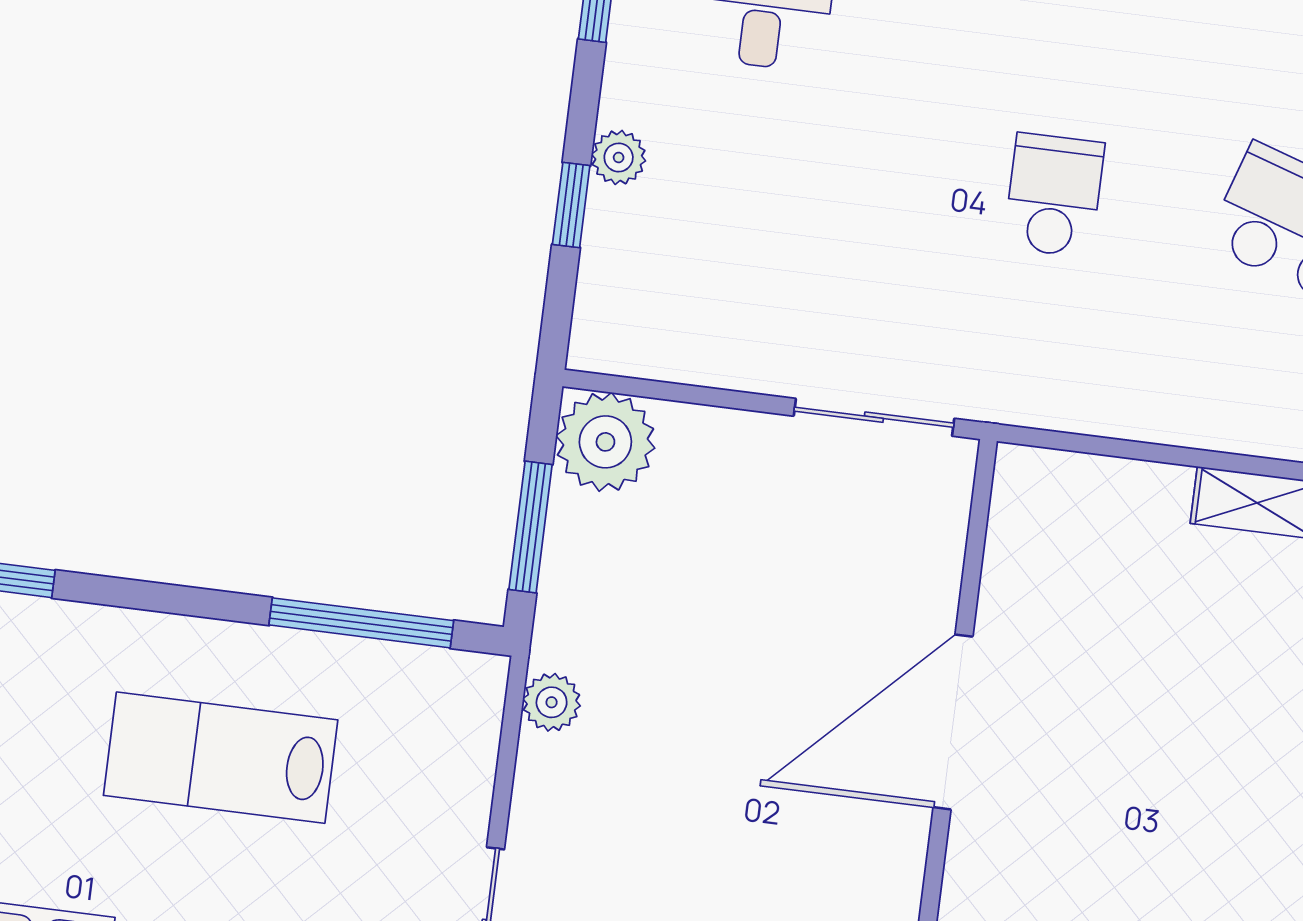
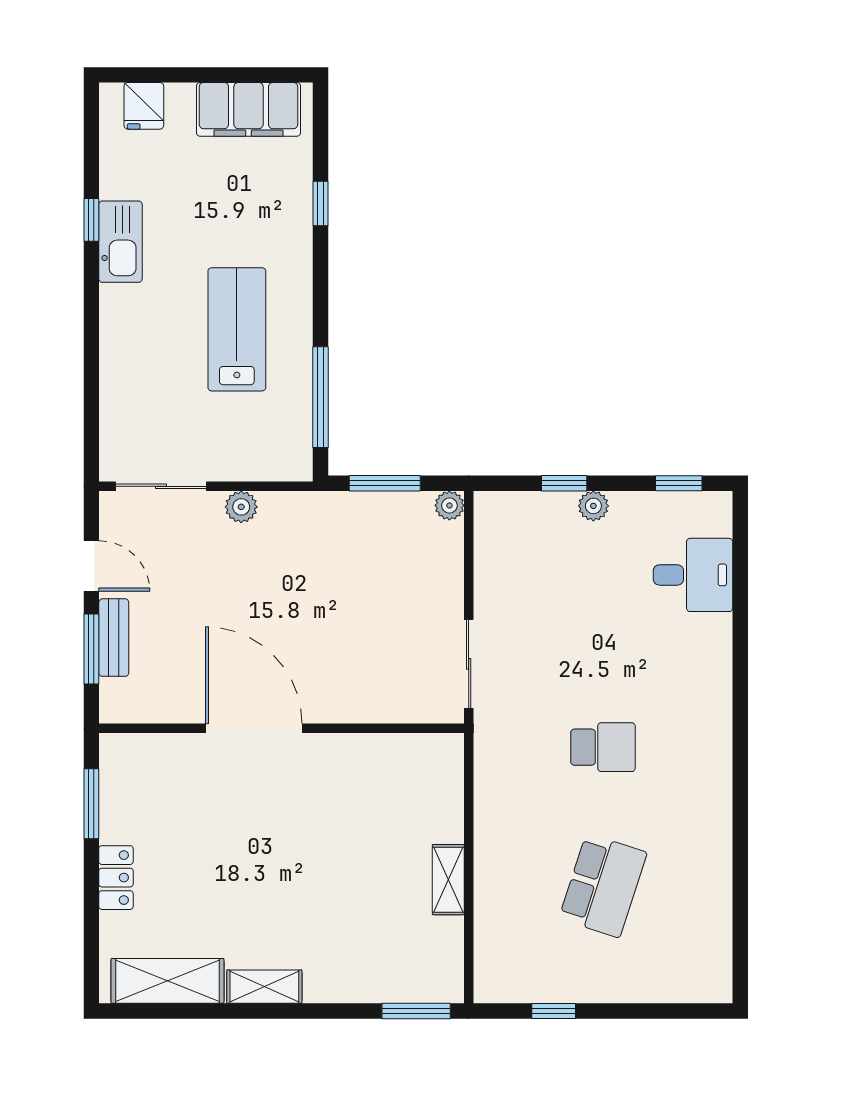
plant: (605, 442) -> (449, 505), width x0.53, depth x0.53
plant: (552, 702) -> (241, 507), moved
door: (953, 722) -> (254, 728), moved

